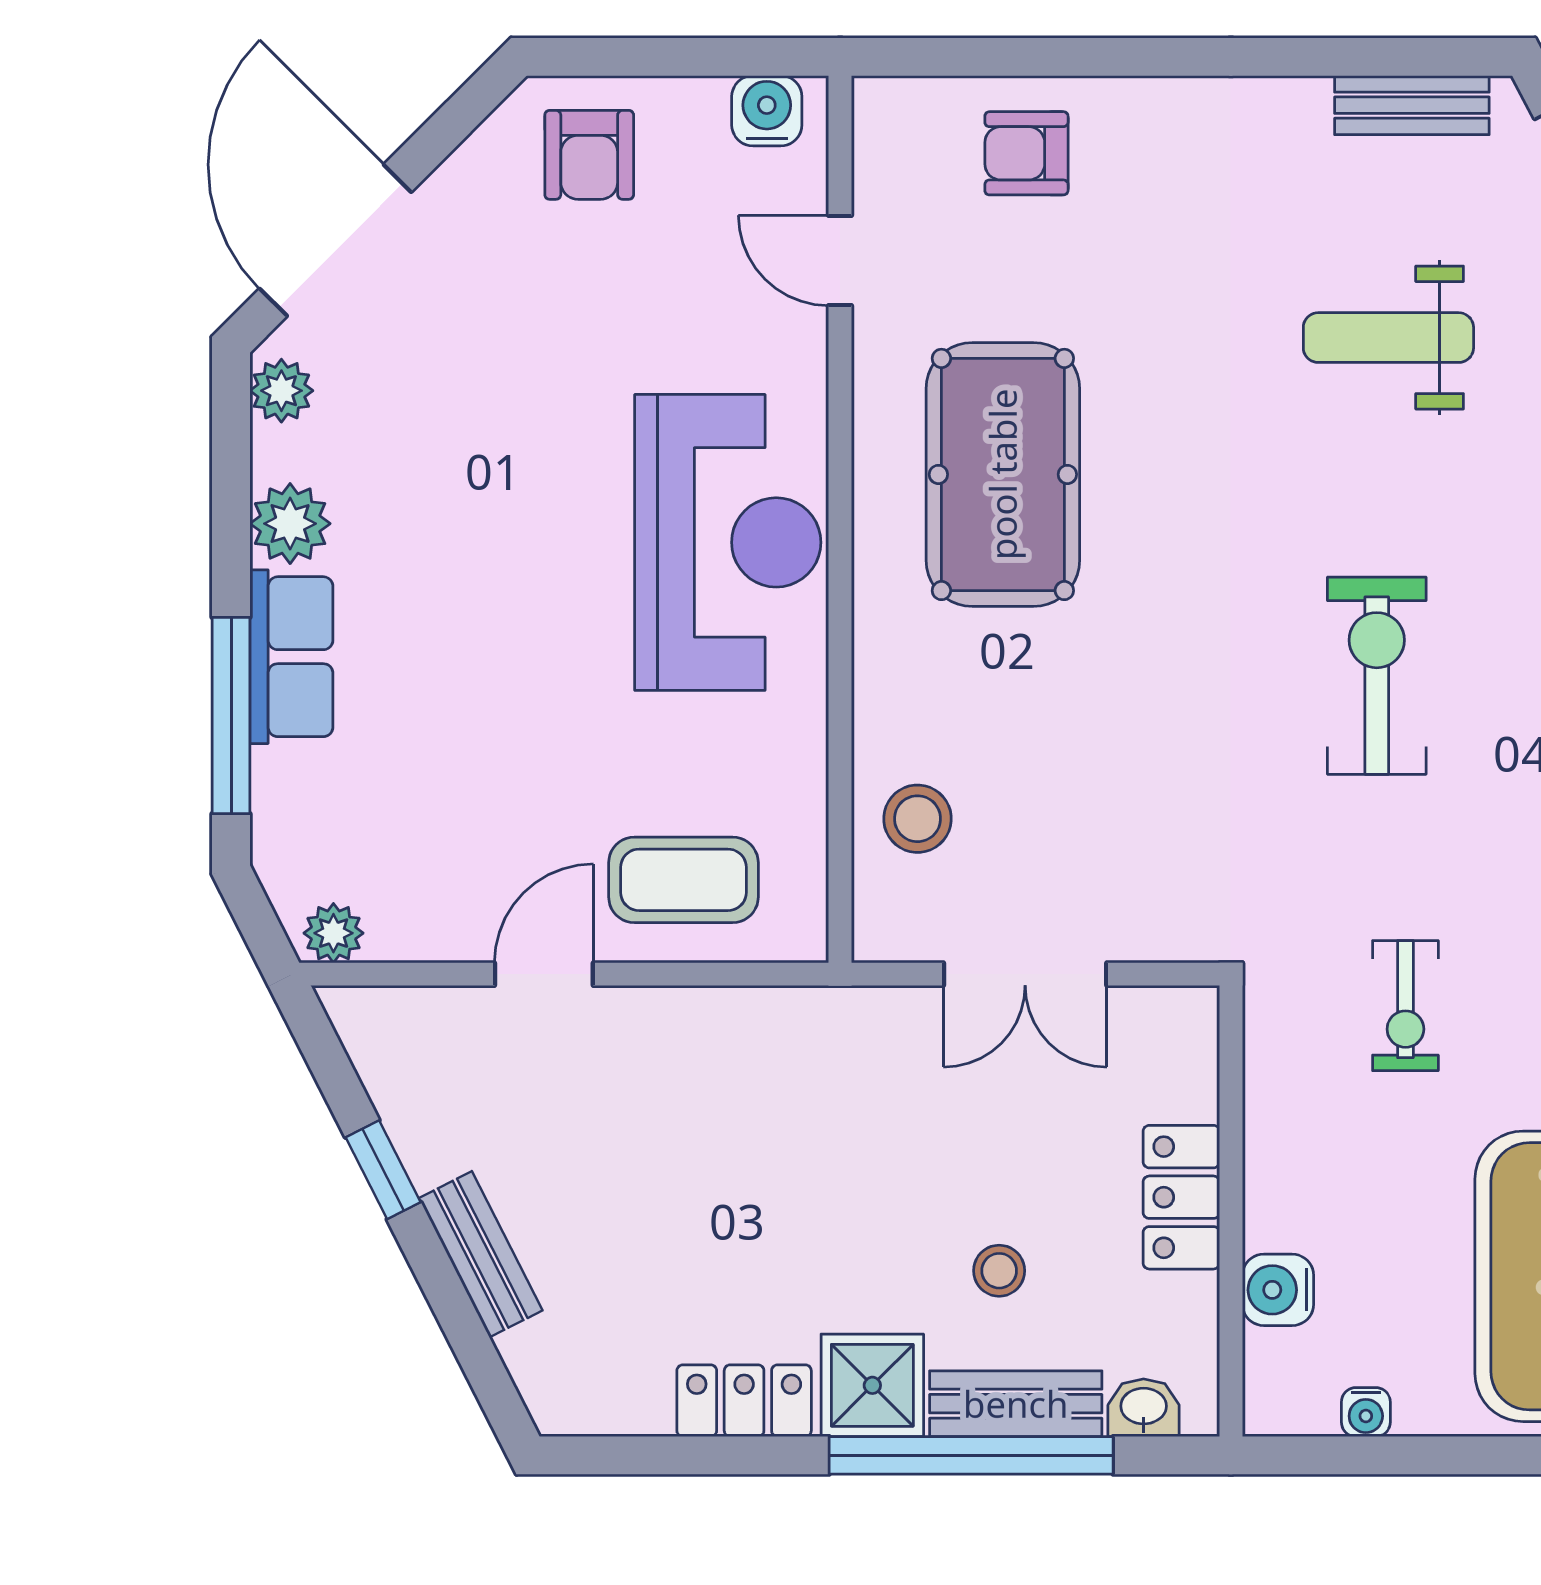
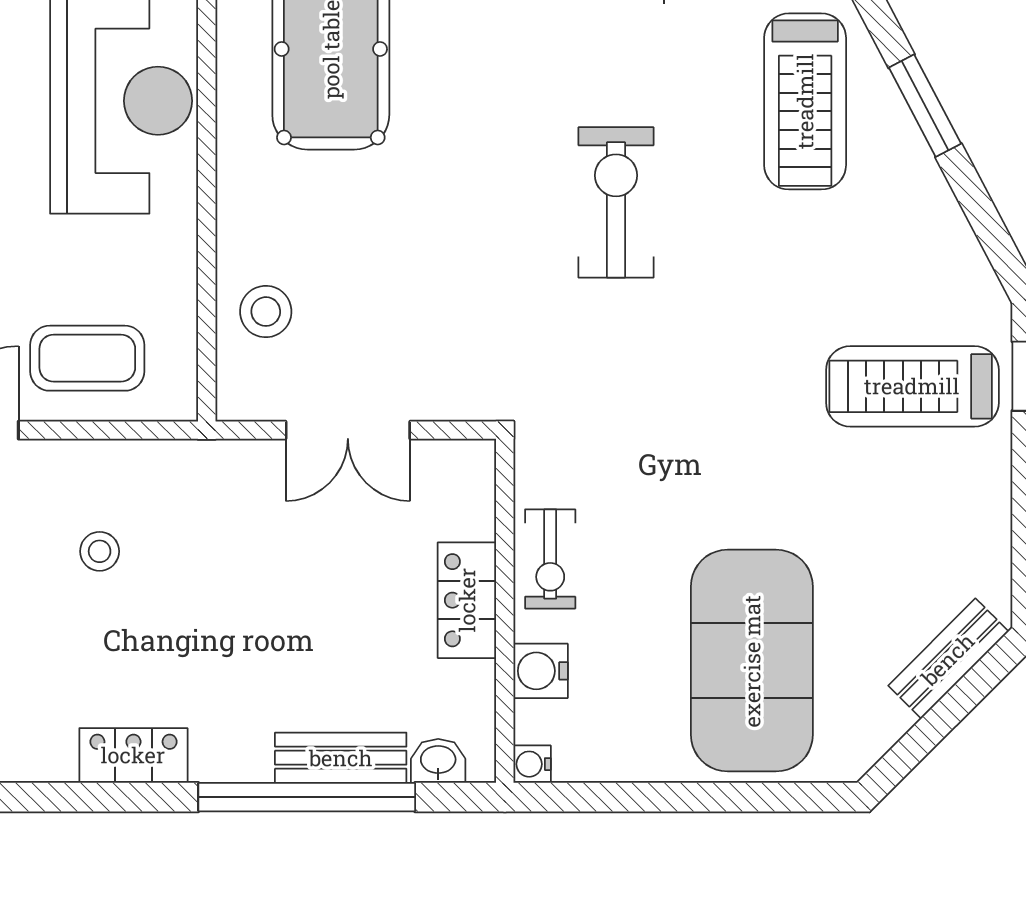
exercise bike: (1405, 1006) -> (550, 559), moved
stool: (999, 1271) -> (100, 551), moved
shower: (872, 1385) -> (231, 744), removed
water cooler: (1366, 1412) -> (532, 764), moved, turned 90

